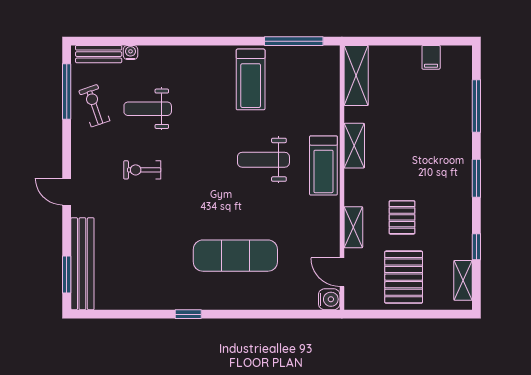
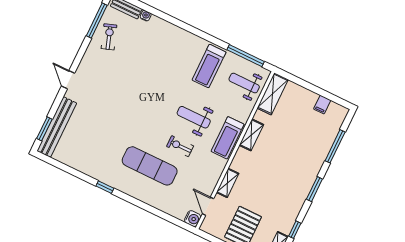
weight bench: (148, 109) -> (244, 83), moved
exercise bike: (142, 170) -> (180, 146), moved
pallet: (402, 217) -> (259, 191), removed

